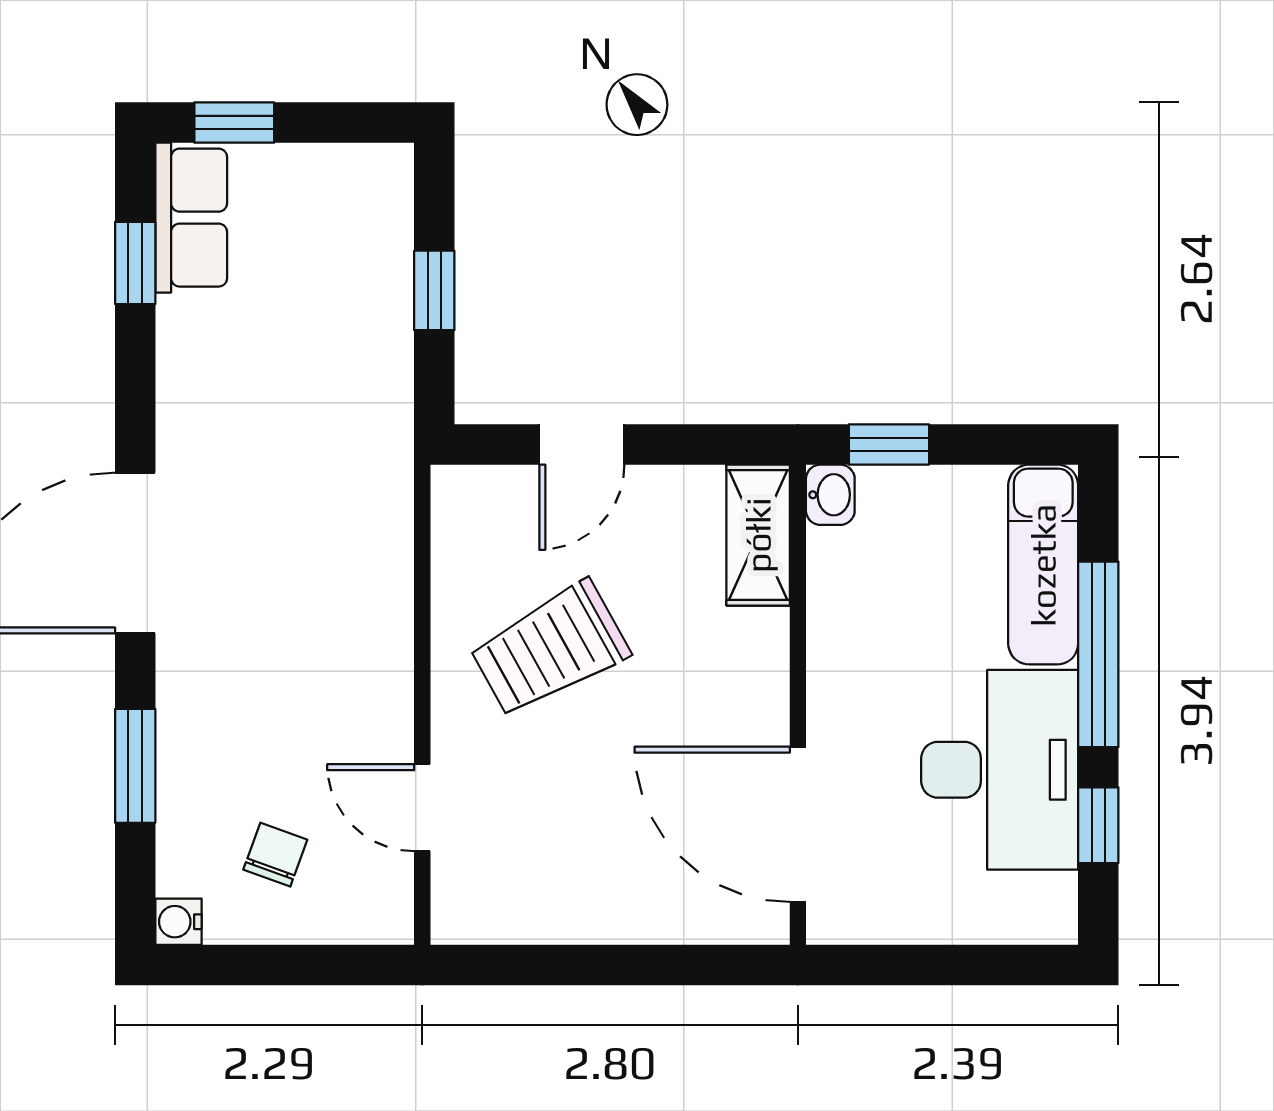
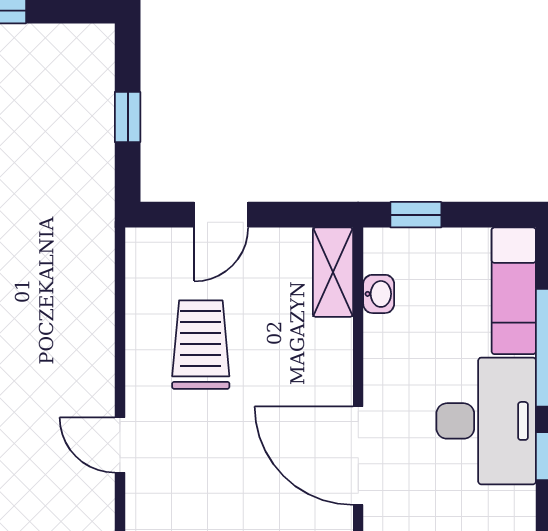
washbasin: (830, 495) -> (379, 294), moved
trolley: (550, 649) -> (201, 345), turned 119
chair: (275, 855) -> (27, 475), removed

